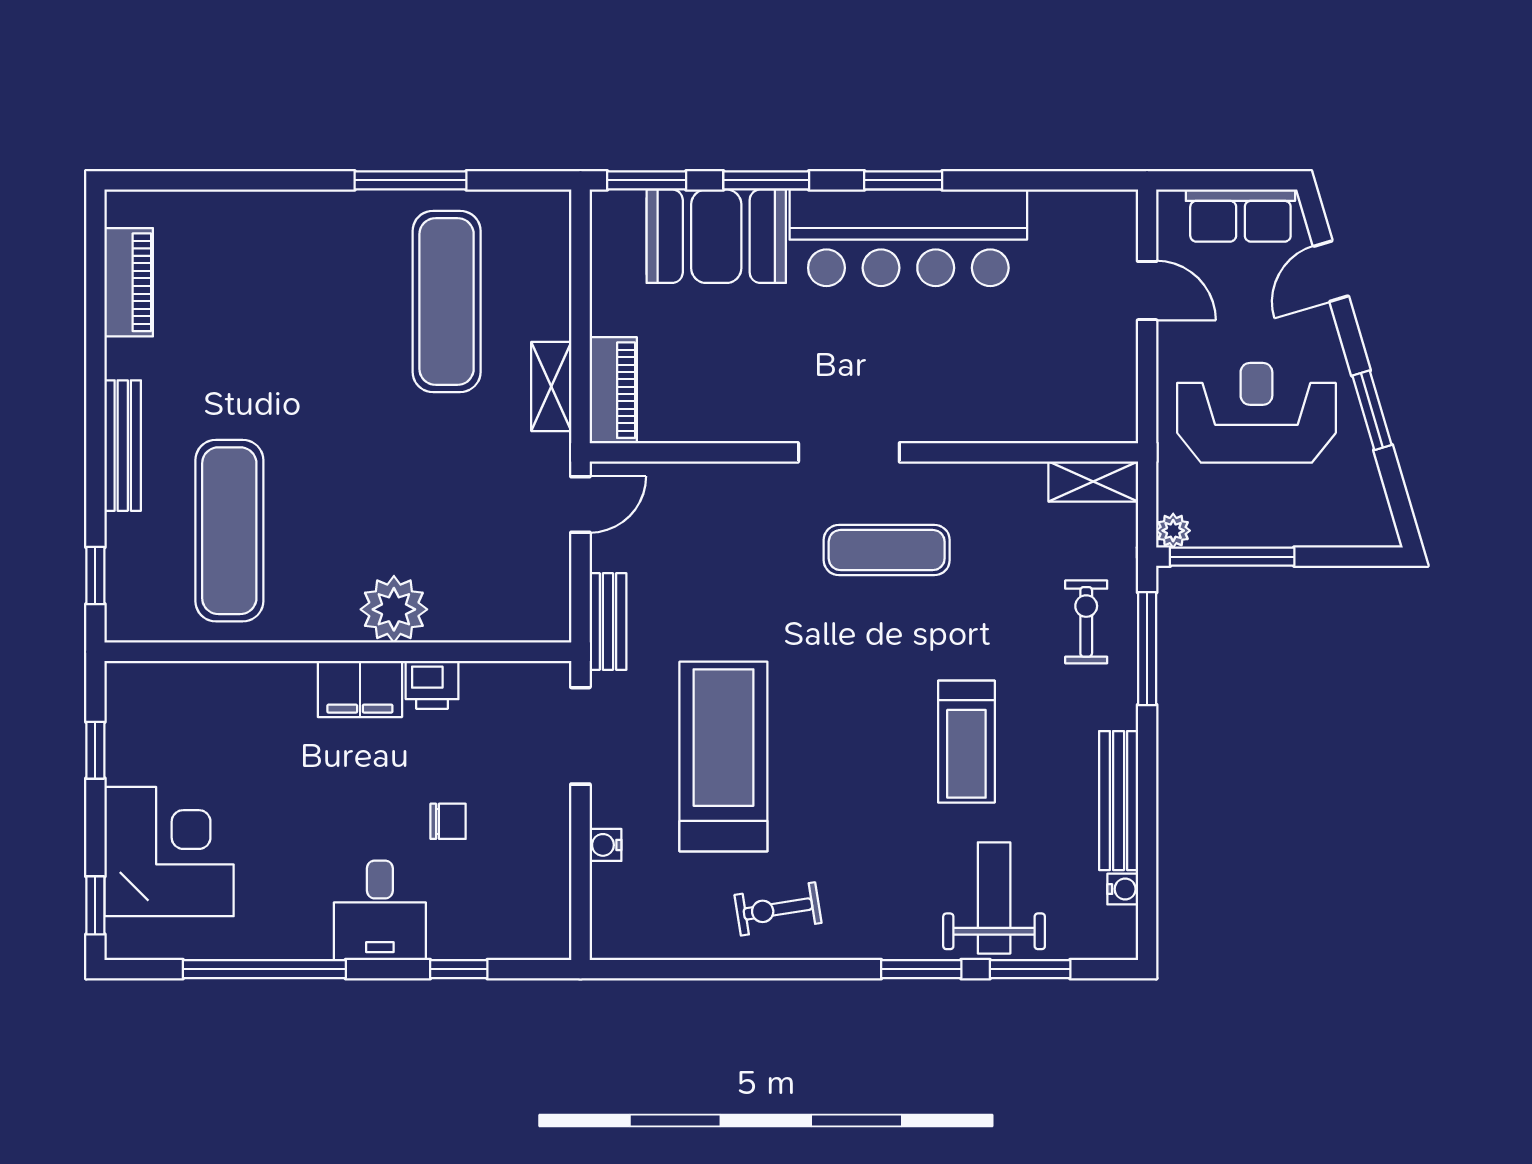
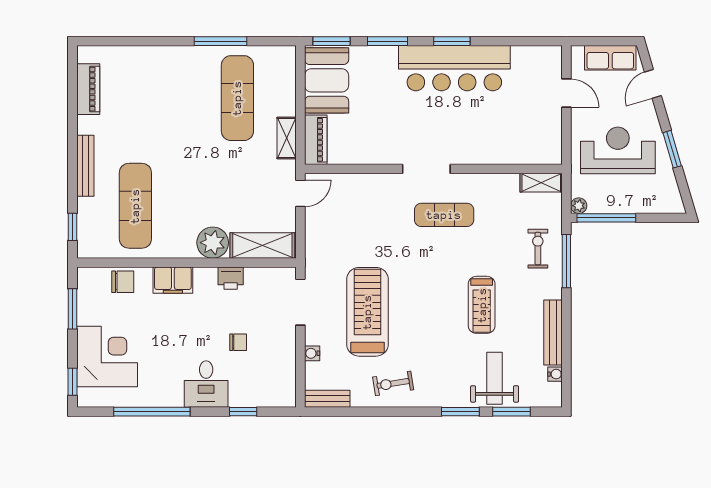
booth: (716, 236) -> (327, 80), moved, turned 90
shelving: (500, 615) -> (262, 245), added
bench: (608, 621) -> (327, 399), moved, turned 90
filing cabinet: (360, 689) -> (173, 280), moved
chair: (202, 693) -> (123, 282), added
window: (95, 750) -> (73, 309), width x1.50

